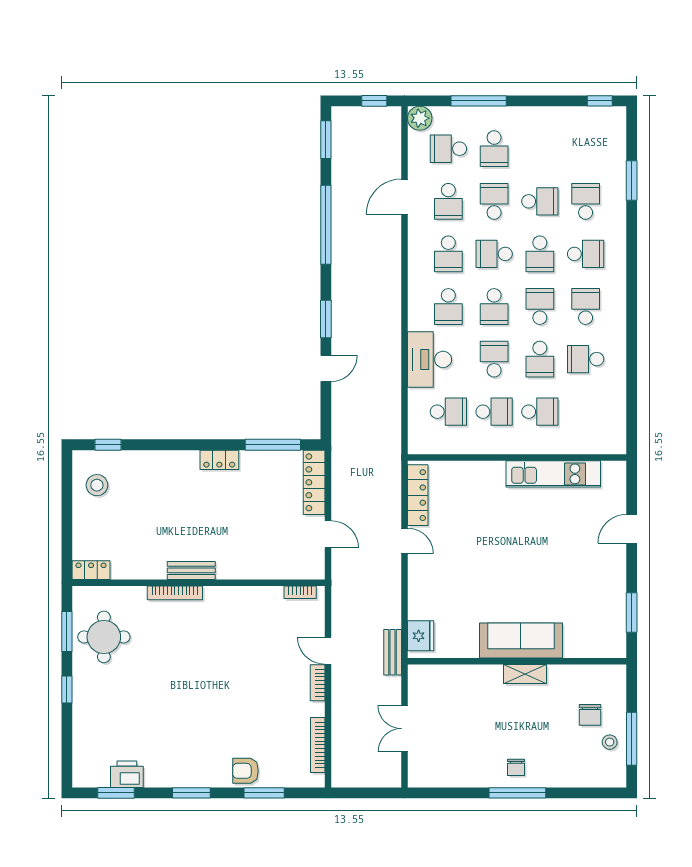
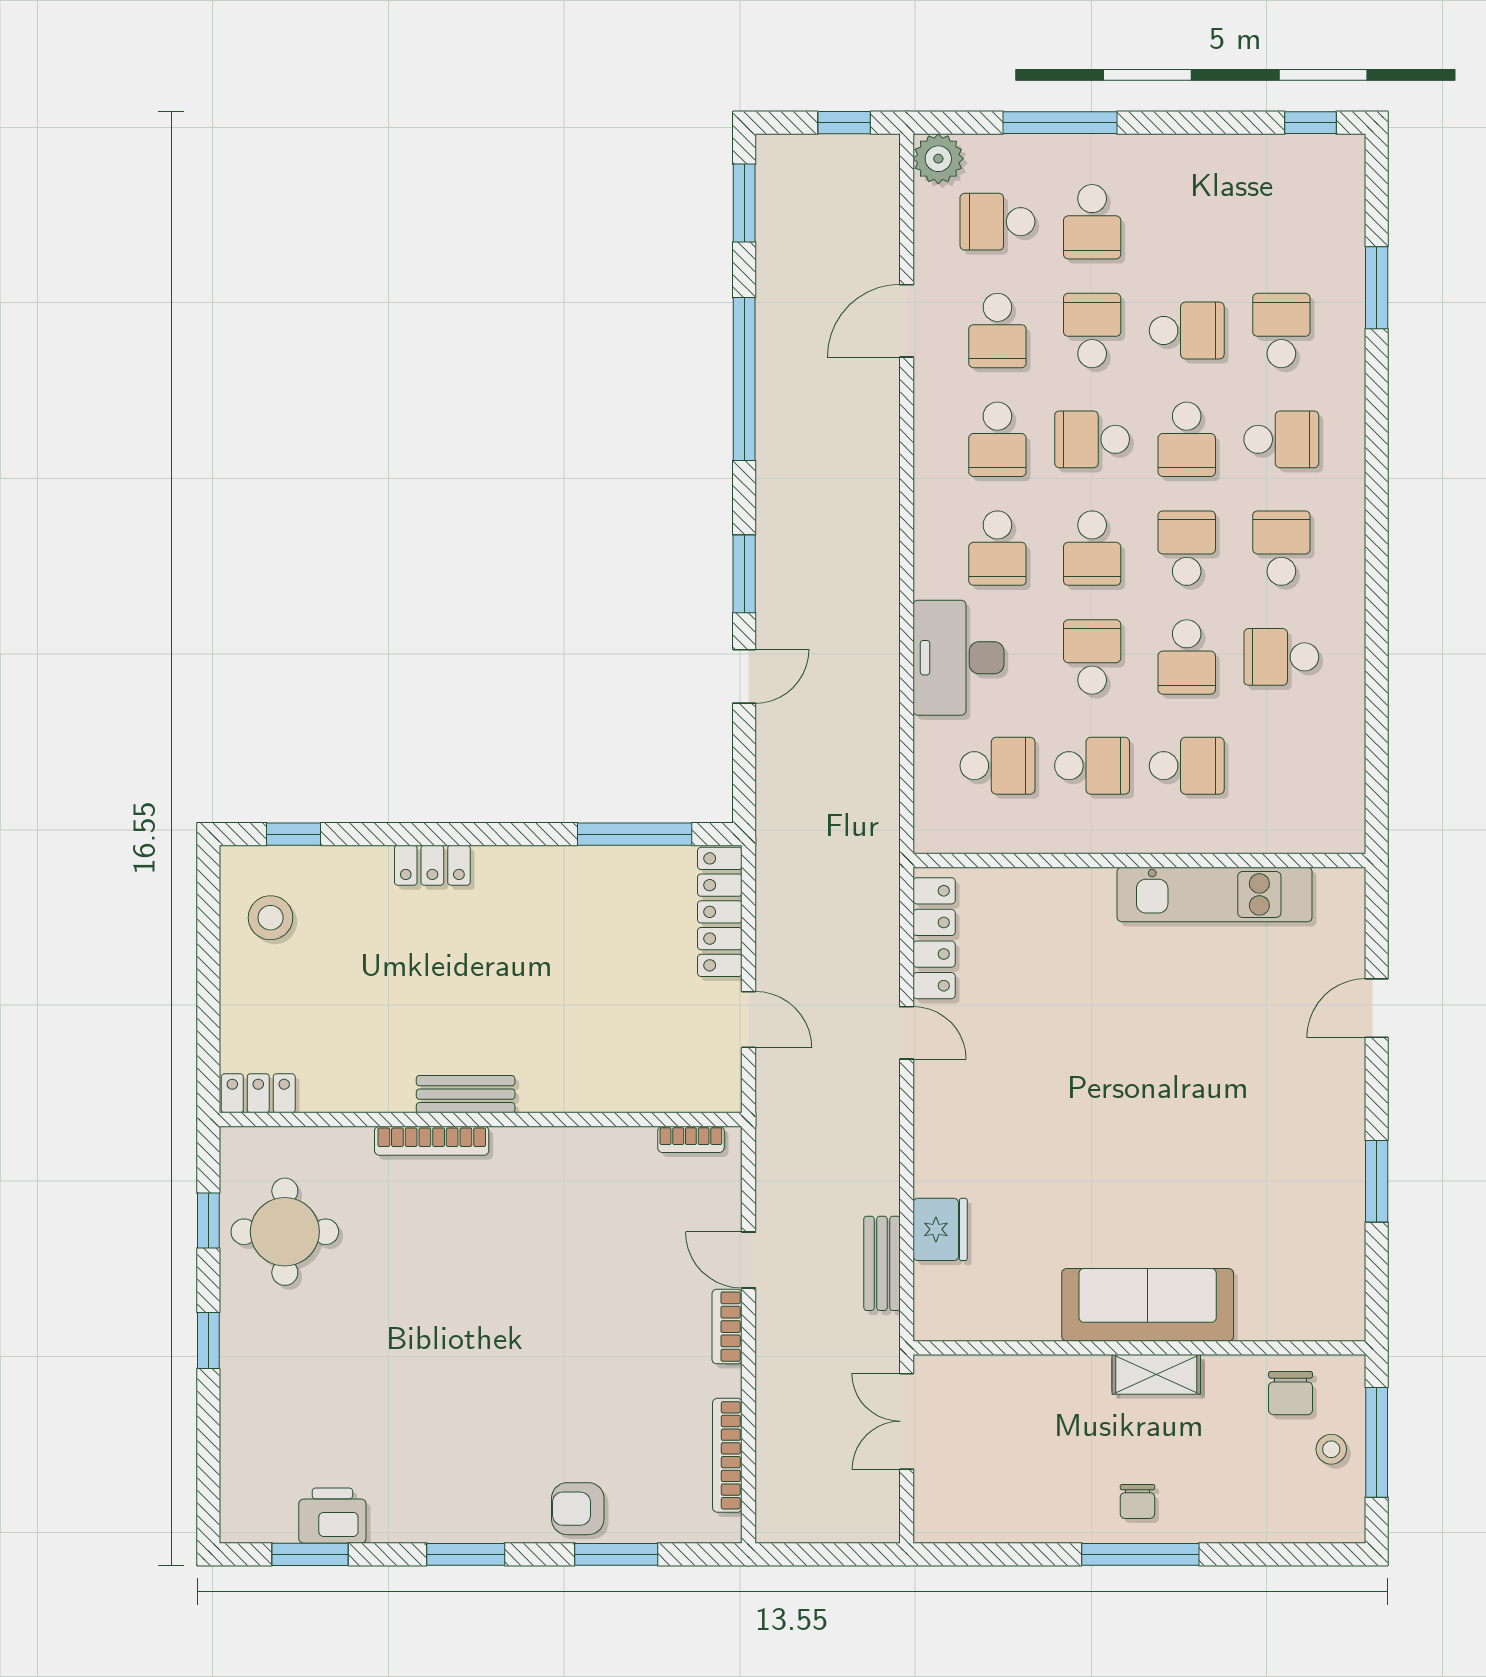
locker: (219, 460) -> (432, 865), moved
window: (67, 632) -> (208, 1221), width x0.67
sofa: (521, 640) -> (1148, 1305), moved
wall: (517, 661) -> (1139, 1348), moved
shelving: (525, 674) -> (1156, 1374), moved

